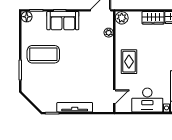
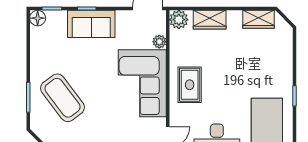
wardrobe: (153, 18) -> (210, 20), moved
coffee table: (43, 54) -> (63, 98), moved, turned 53
corner sofa: (97, 61) -> (142, 83), added

